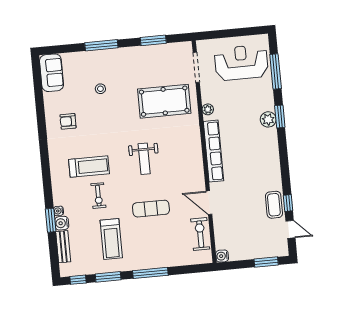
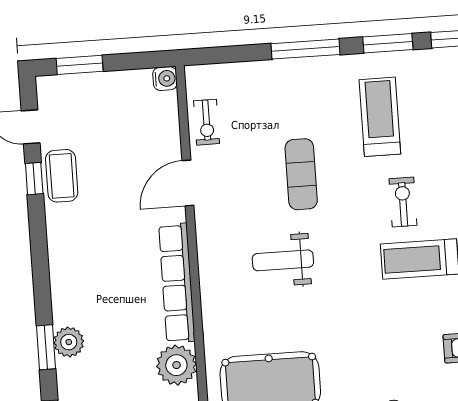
plant: (208, 109) -> (176, 365), width x1.88, depth x1.88
weight bench: (144, 159) -> (283, 260), moved, turned -90
door: (209, 203) -> (188, 183), swing flipped
exercise mat: (151, 209) -> (301, 174), turned 90
exercise bike: (200, 234) -> (207, 122), width x0.73, depth x0.72

